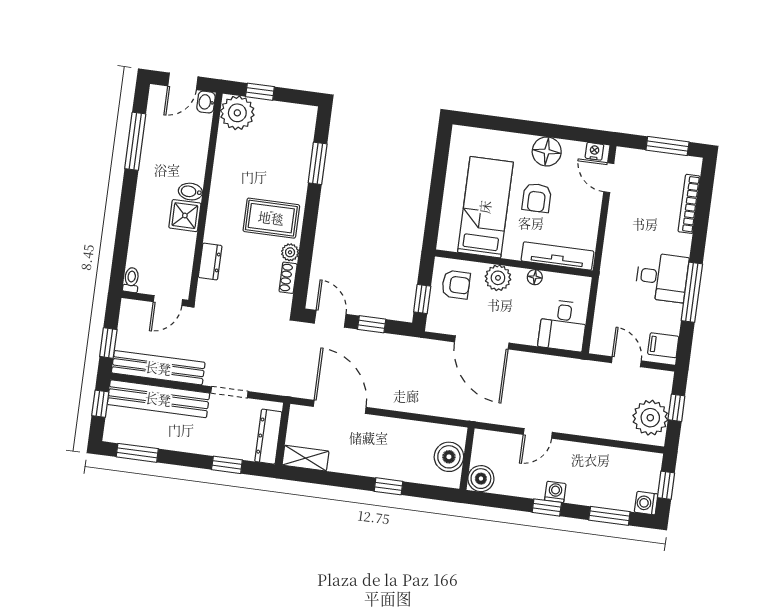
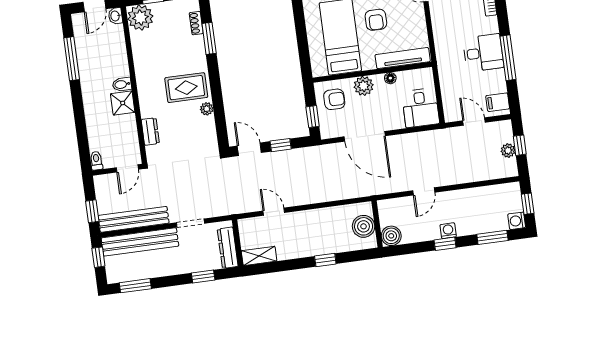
shoe rack: (288, 278) -> (196, 23), moved
door: (340, 407) -> (274, 212), width x0.53
plant: (650, 418) -> (508, 151), width x0.53, depth x0.53

